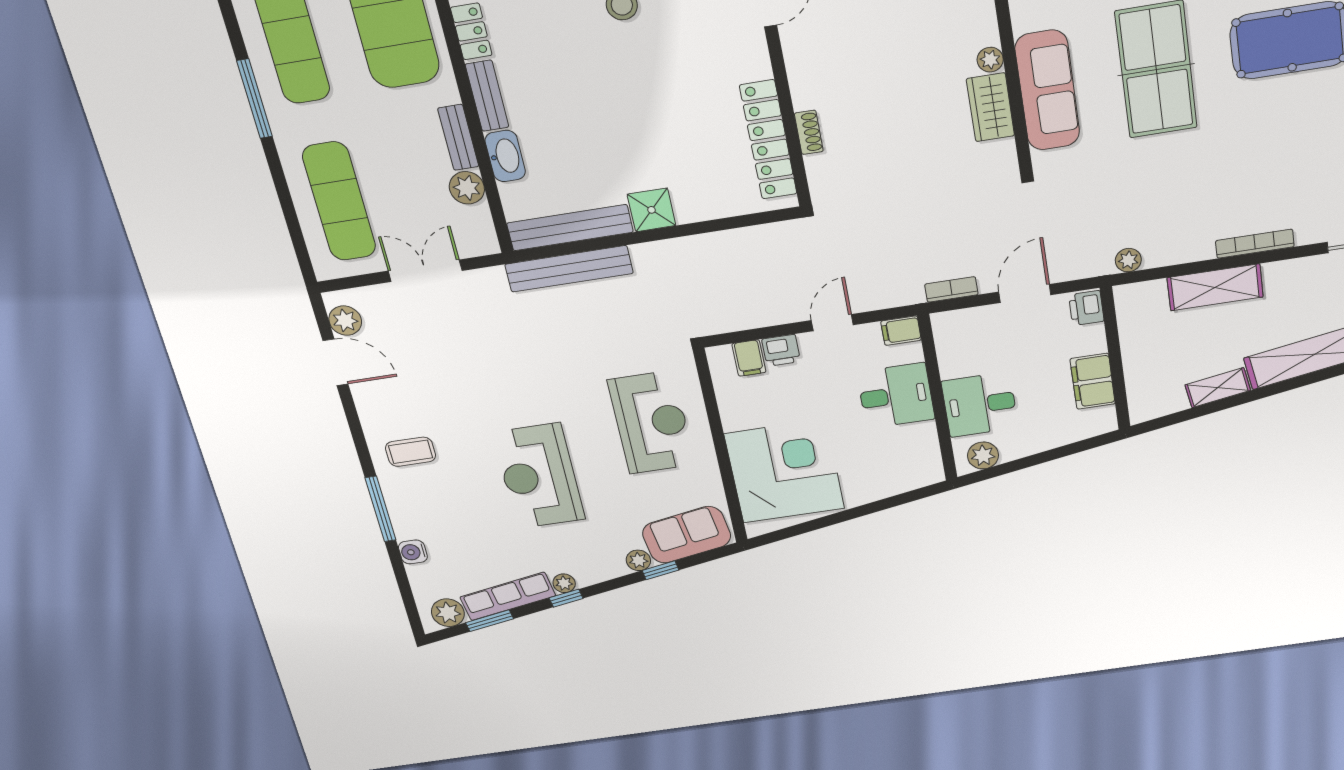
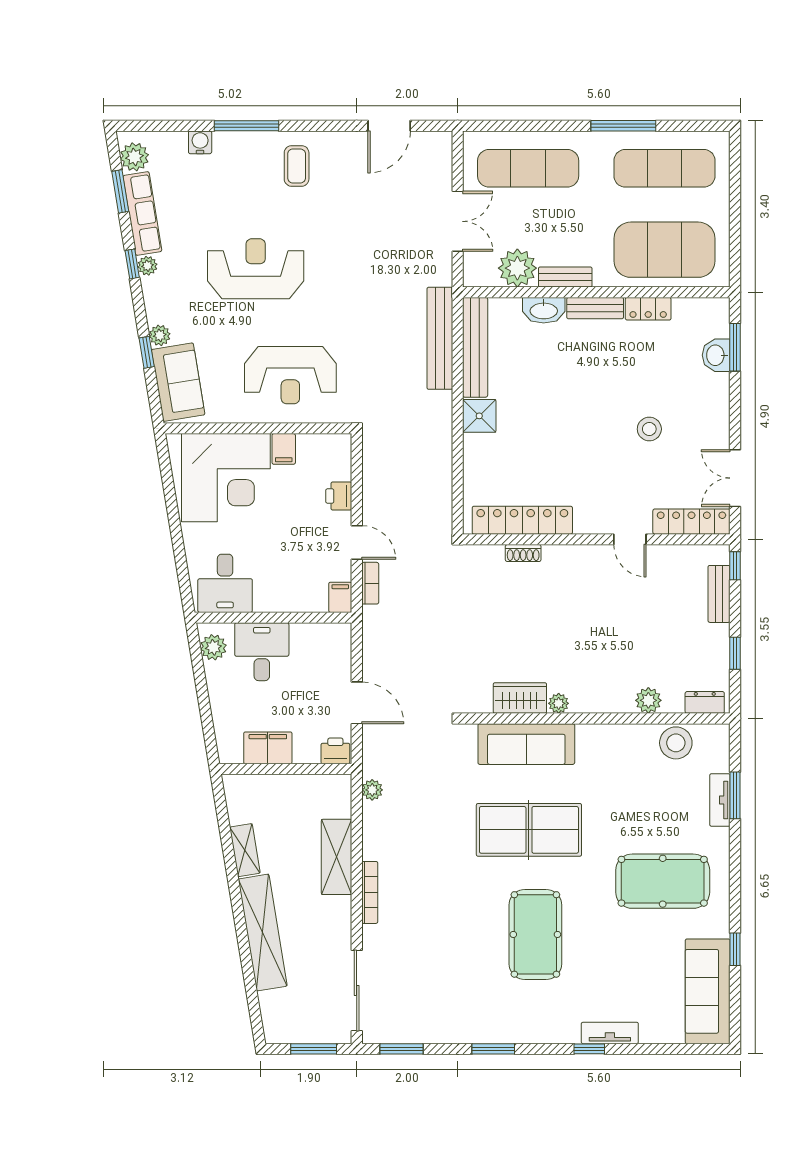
plant: (467, 188) -> (517, 268), width x1.36, depth x1.36
bookcase: (951, 289) -> (370, 583), moved
plant: (345, 321) -> (425, 144), removed
filing cabinet: (749, 358) -> (284, 449), moved, turned -90
desk: (896, 396) -> (225, 583), moved

